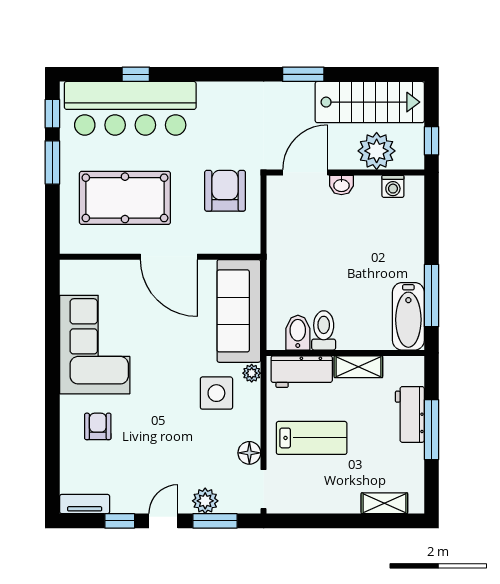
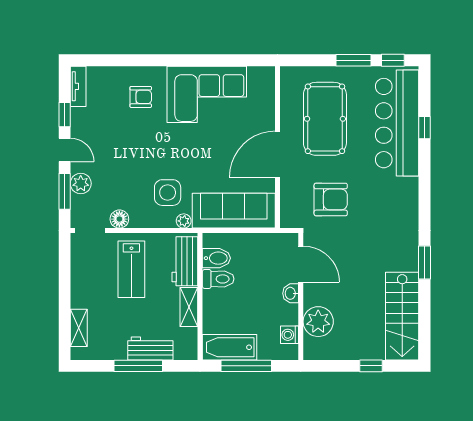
plant: (377, 151) -> (318, 322), moved
door: (305, 172) -> (301, 264), moved
wall: (345, 172) -> (301, 296), moved
washbasin: (341, 185) -> (291, 293), moved
washing machine: (393, 186) -> (290, 335), moved

